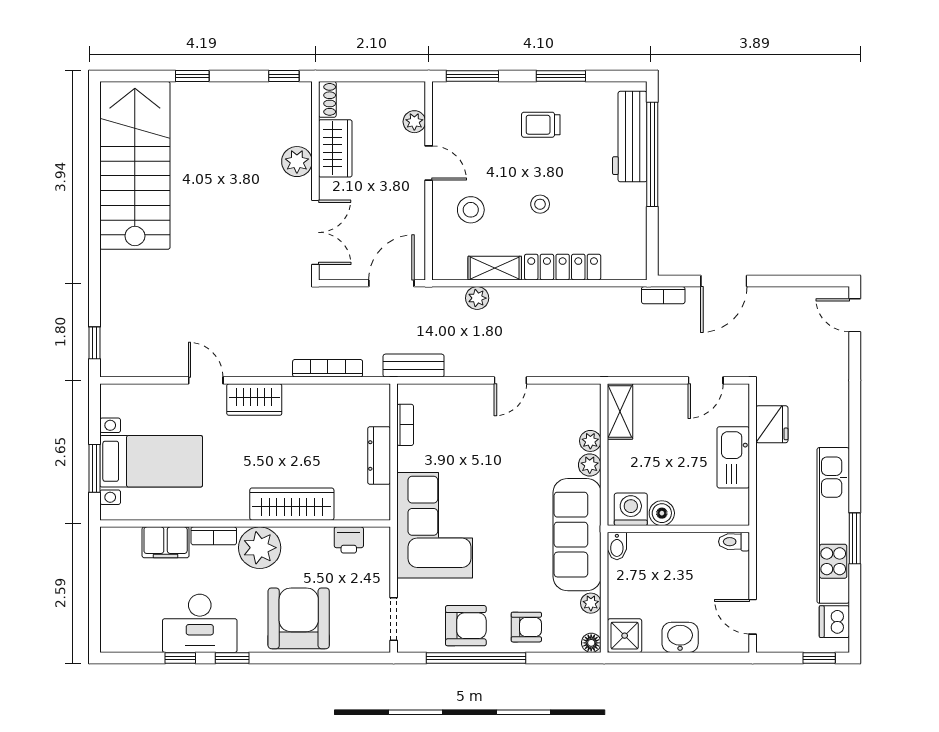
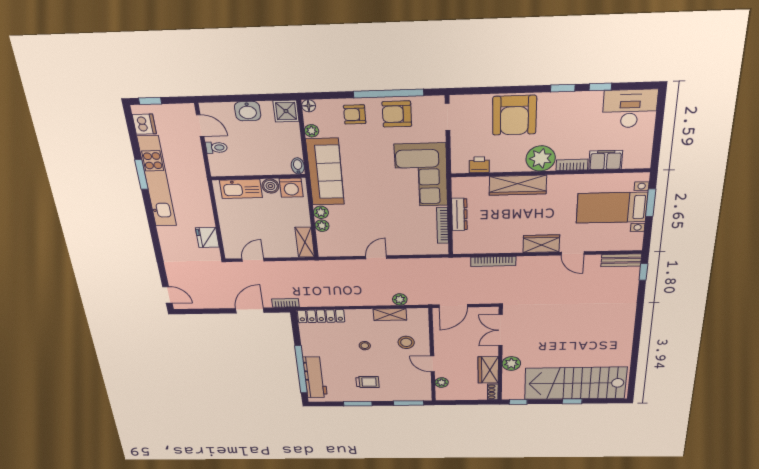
stairs: (135, 165) -> (575, 383), moved, turned 90
locker: (563, 267) -> (321, 316), moved
bench: (414, 366) -> (621, 260), moved
bookcase: (405, 425) -> (443, 225), width x1.56
kitchen sink: (733, 457) -> (241, 189), moved, turned 90
toilet: (734, 542) -> (217, 148), moved
desk: (200, 623) -> (630, 109), moved

